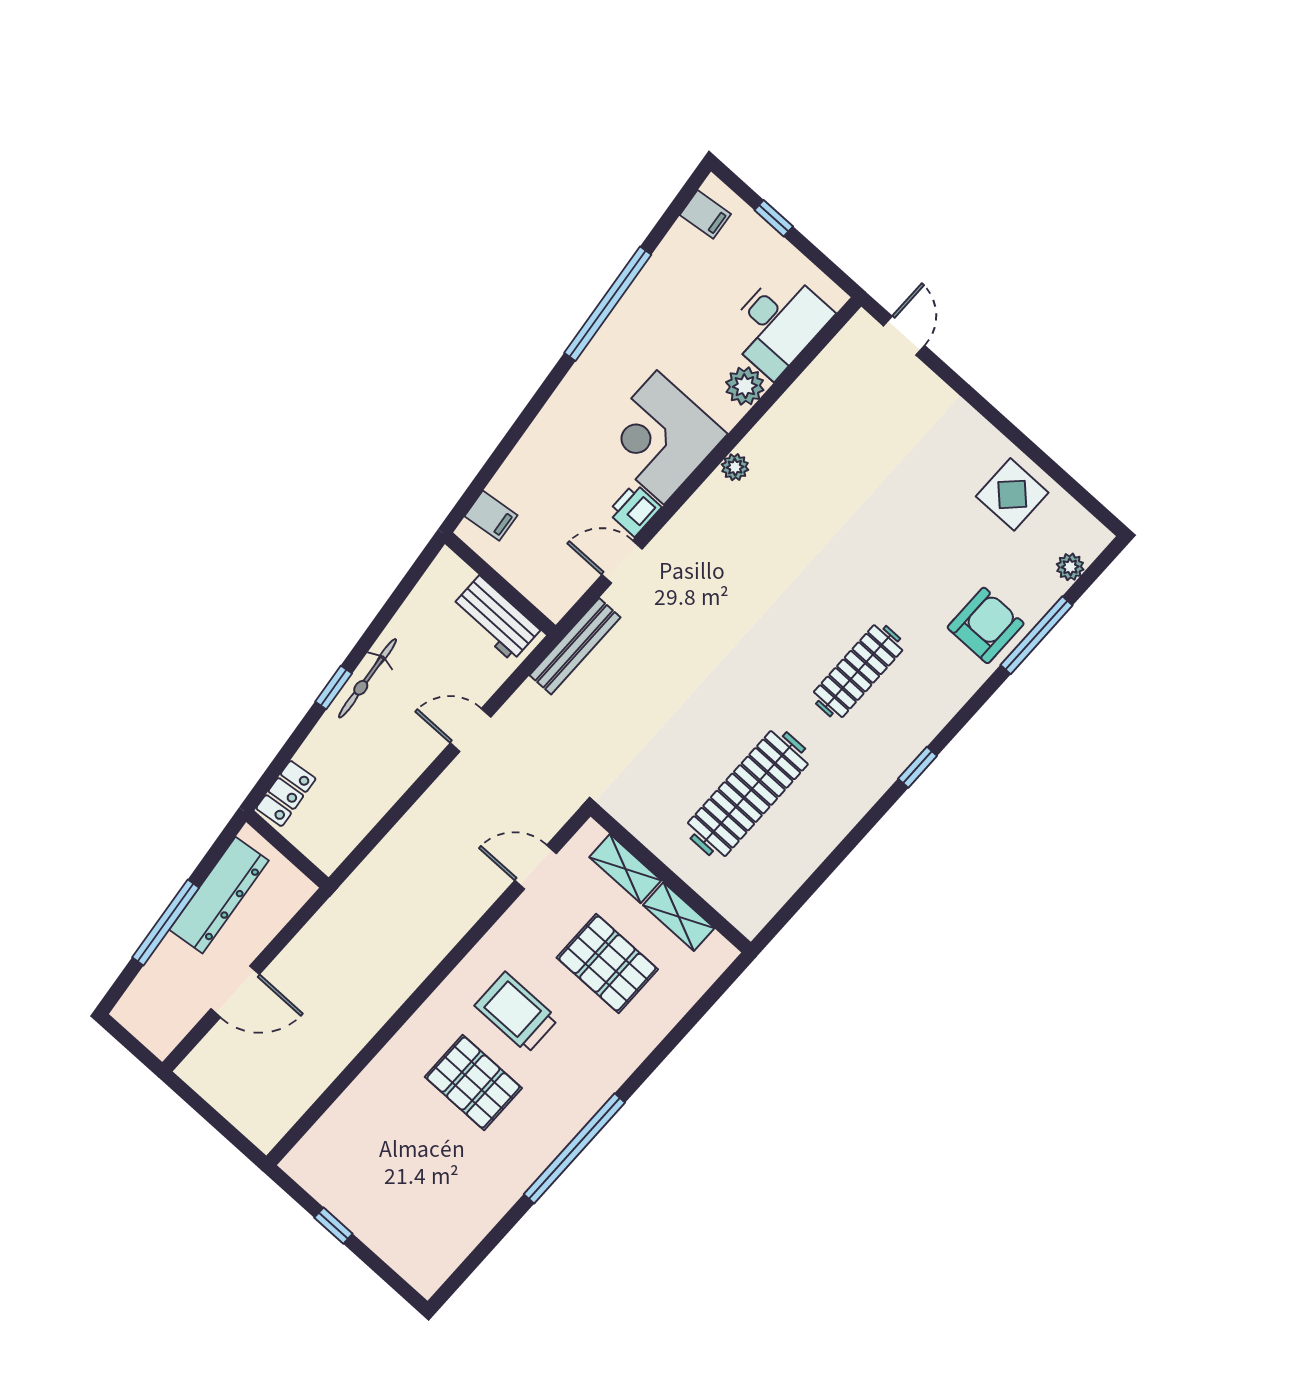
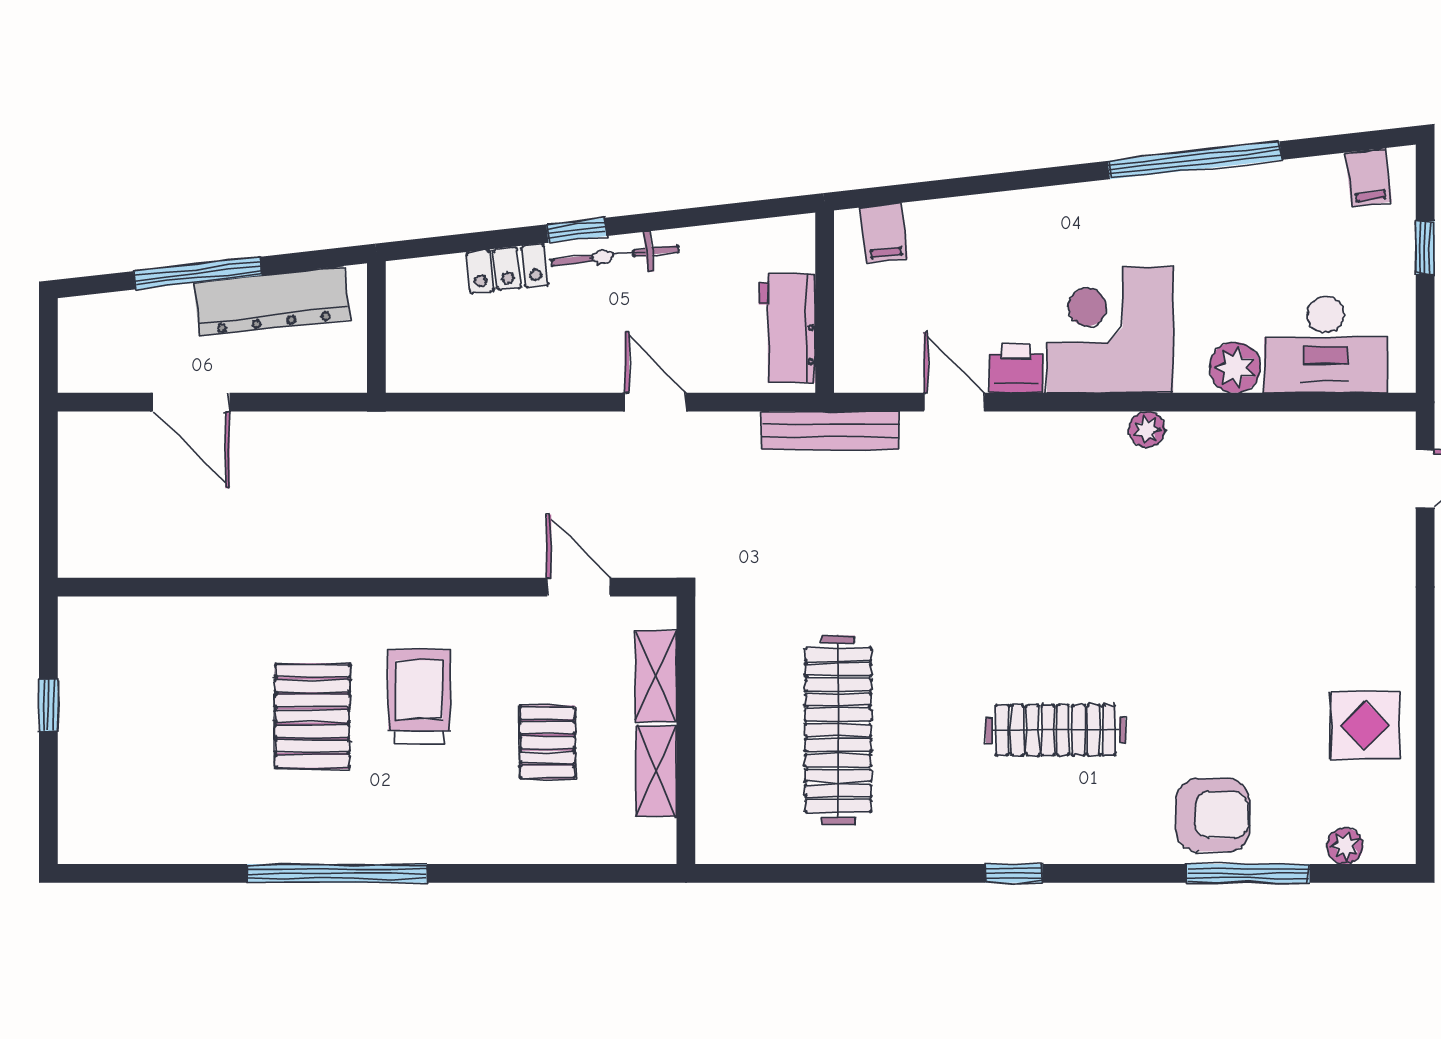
locker: (286, 794) -> (507, 269), moved
clothes rail: (748, 794) -> (838, 730), turned 90
pallet: (607, 963) -> (547, 742), width x0.67, depth x0.71

